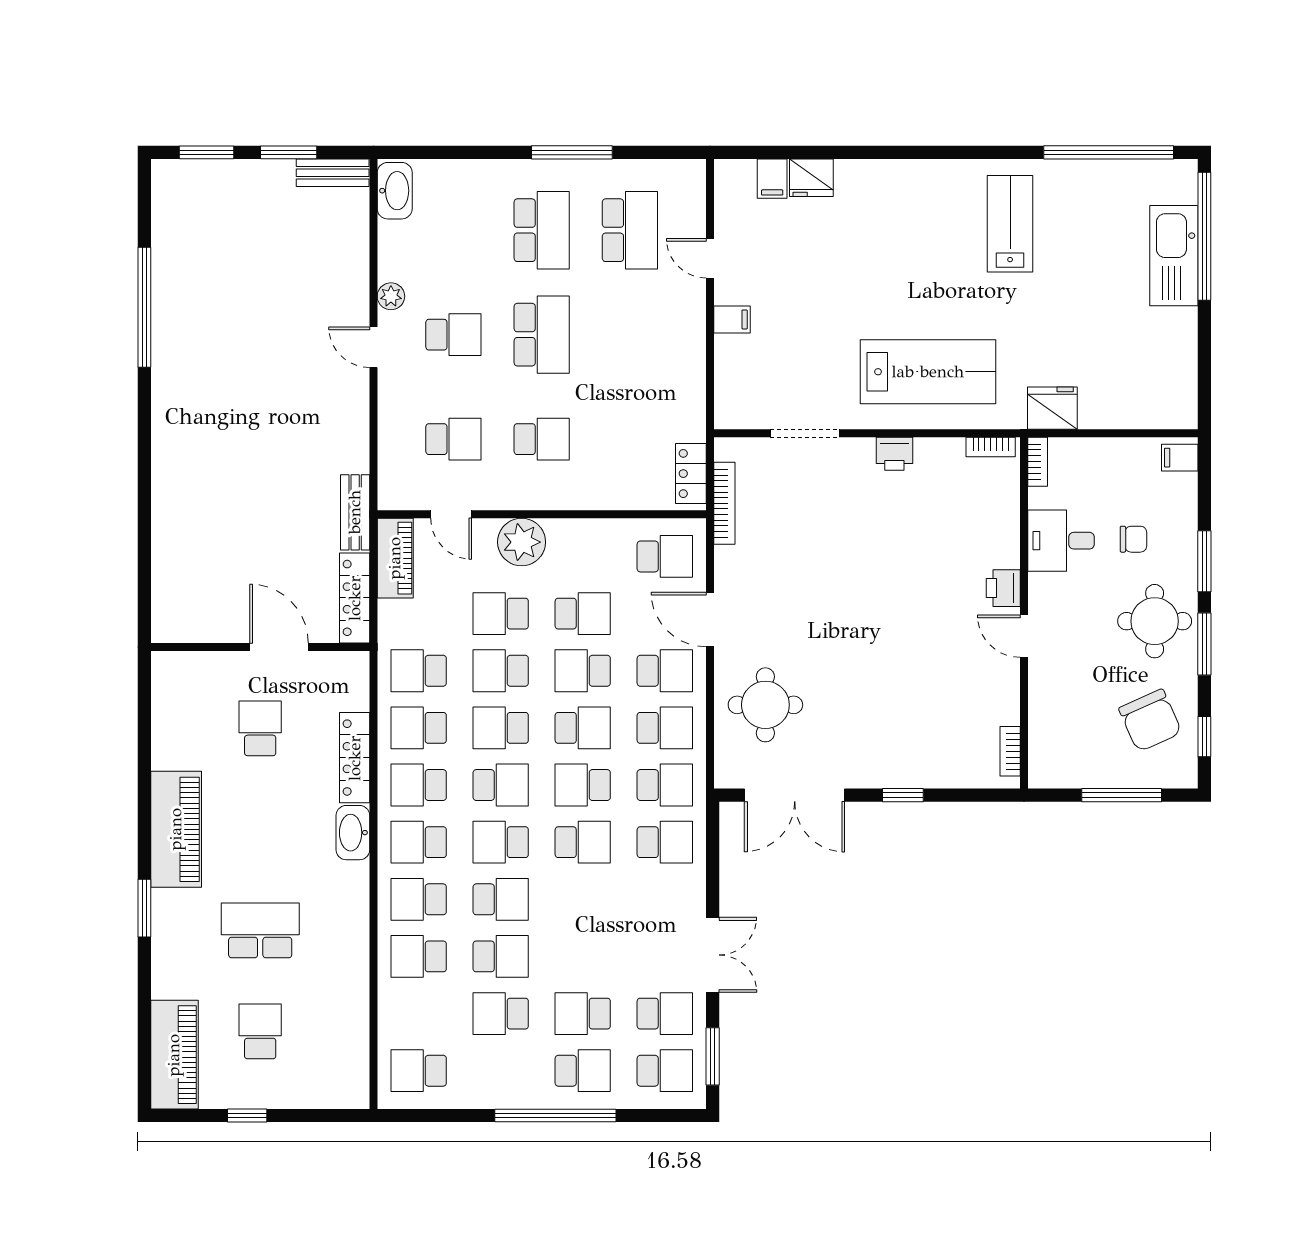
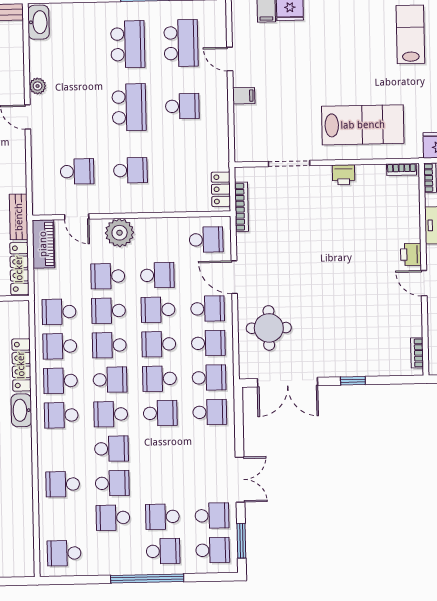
school desk: (453, 335) -> (182, 106), moved
school desk: (583, 728) -> (159, 344), turned 180
school desk: (419, 899) -> (62, 450), removed

